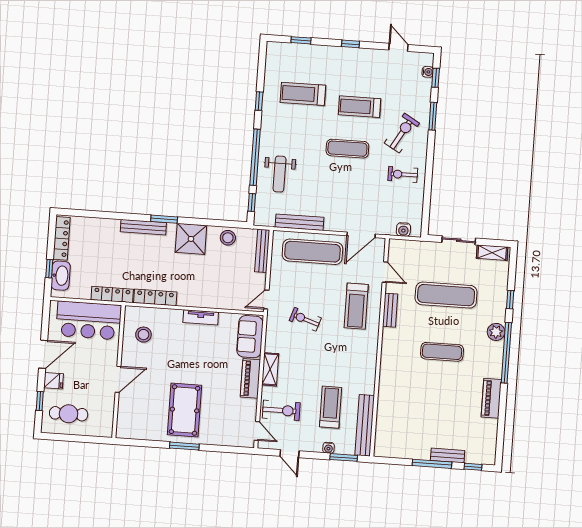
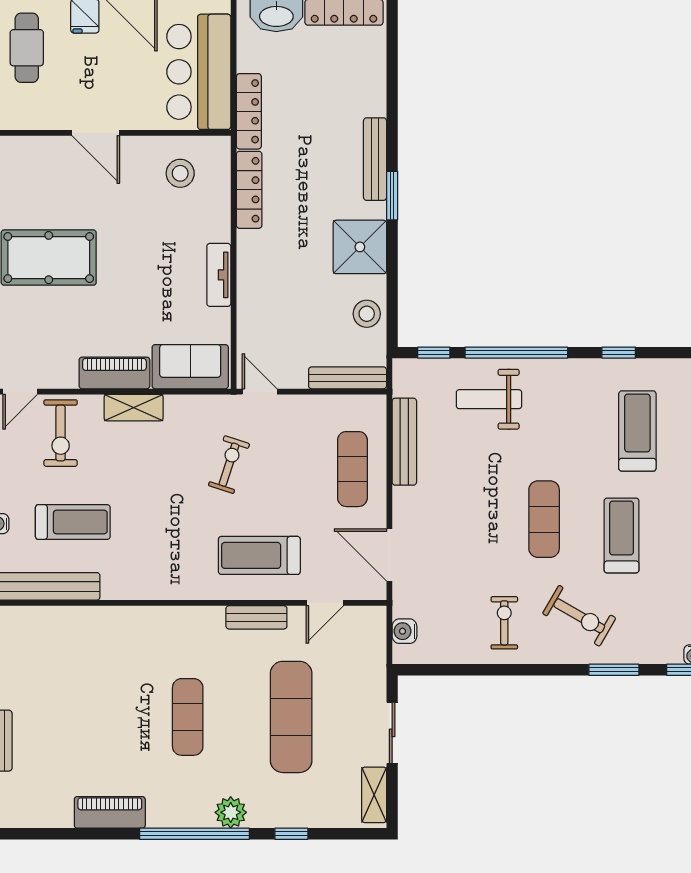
exercise mat: (312, 252) -> (352, 469), width x0.73, depth x0.69

